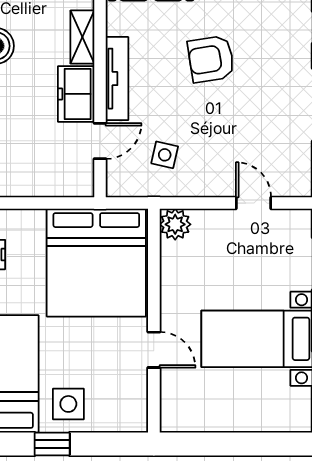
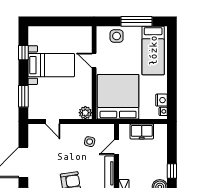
freezer: (76, 94) -> (142, 131), moved, turned 90
side table: (68, 404) -> (117, 36), moved
window: (52, 444) -> (136, 21), width x2.17

